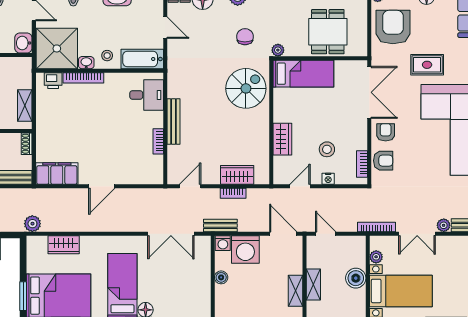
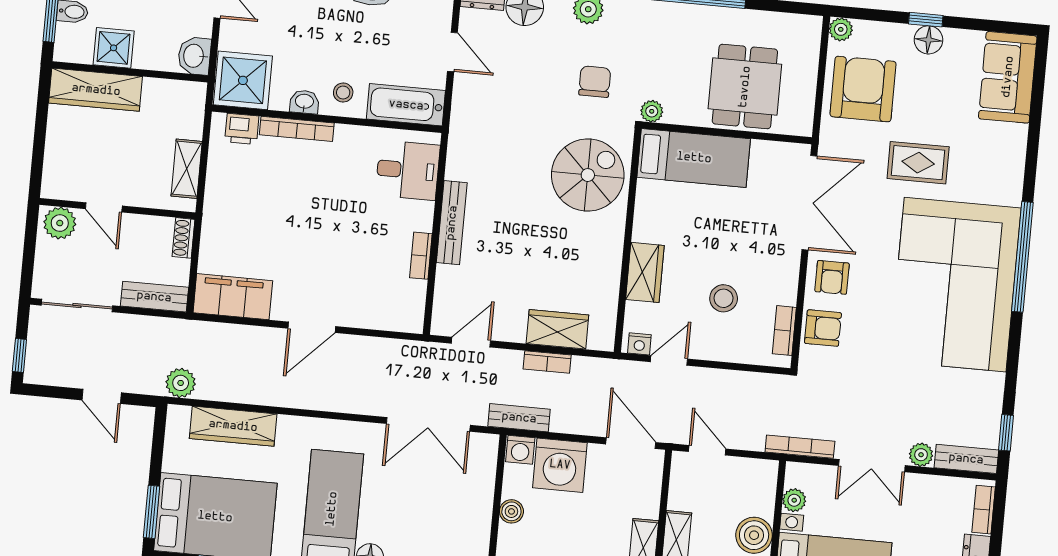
shower: (57, 48) -> (243, 80), width x0.73, depth x0.73
armchair: (386, 132) -> (832, 277), turned 180
nightstand: (328, 179) -> (639, 344), moved
wardrobe: (64, 245) -> (233, 426), width x1.50

